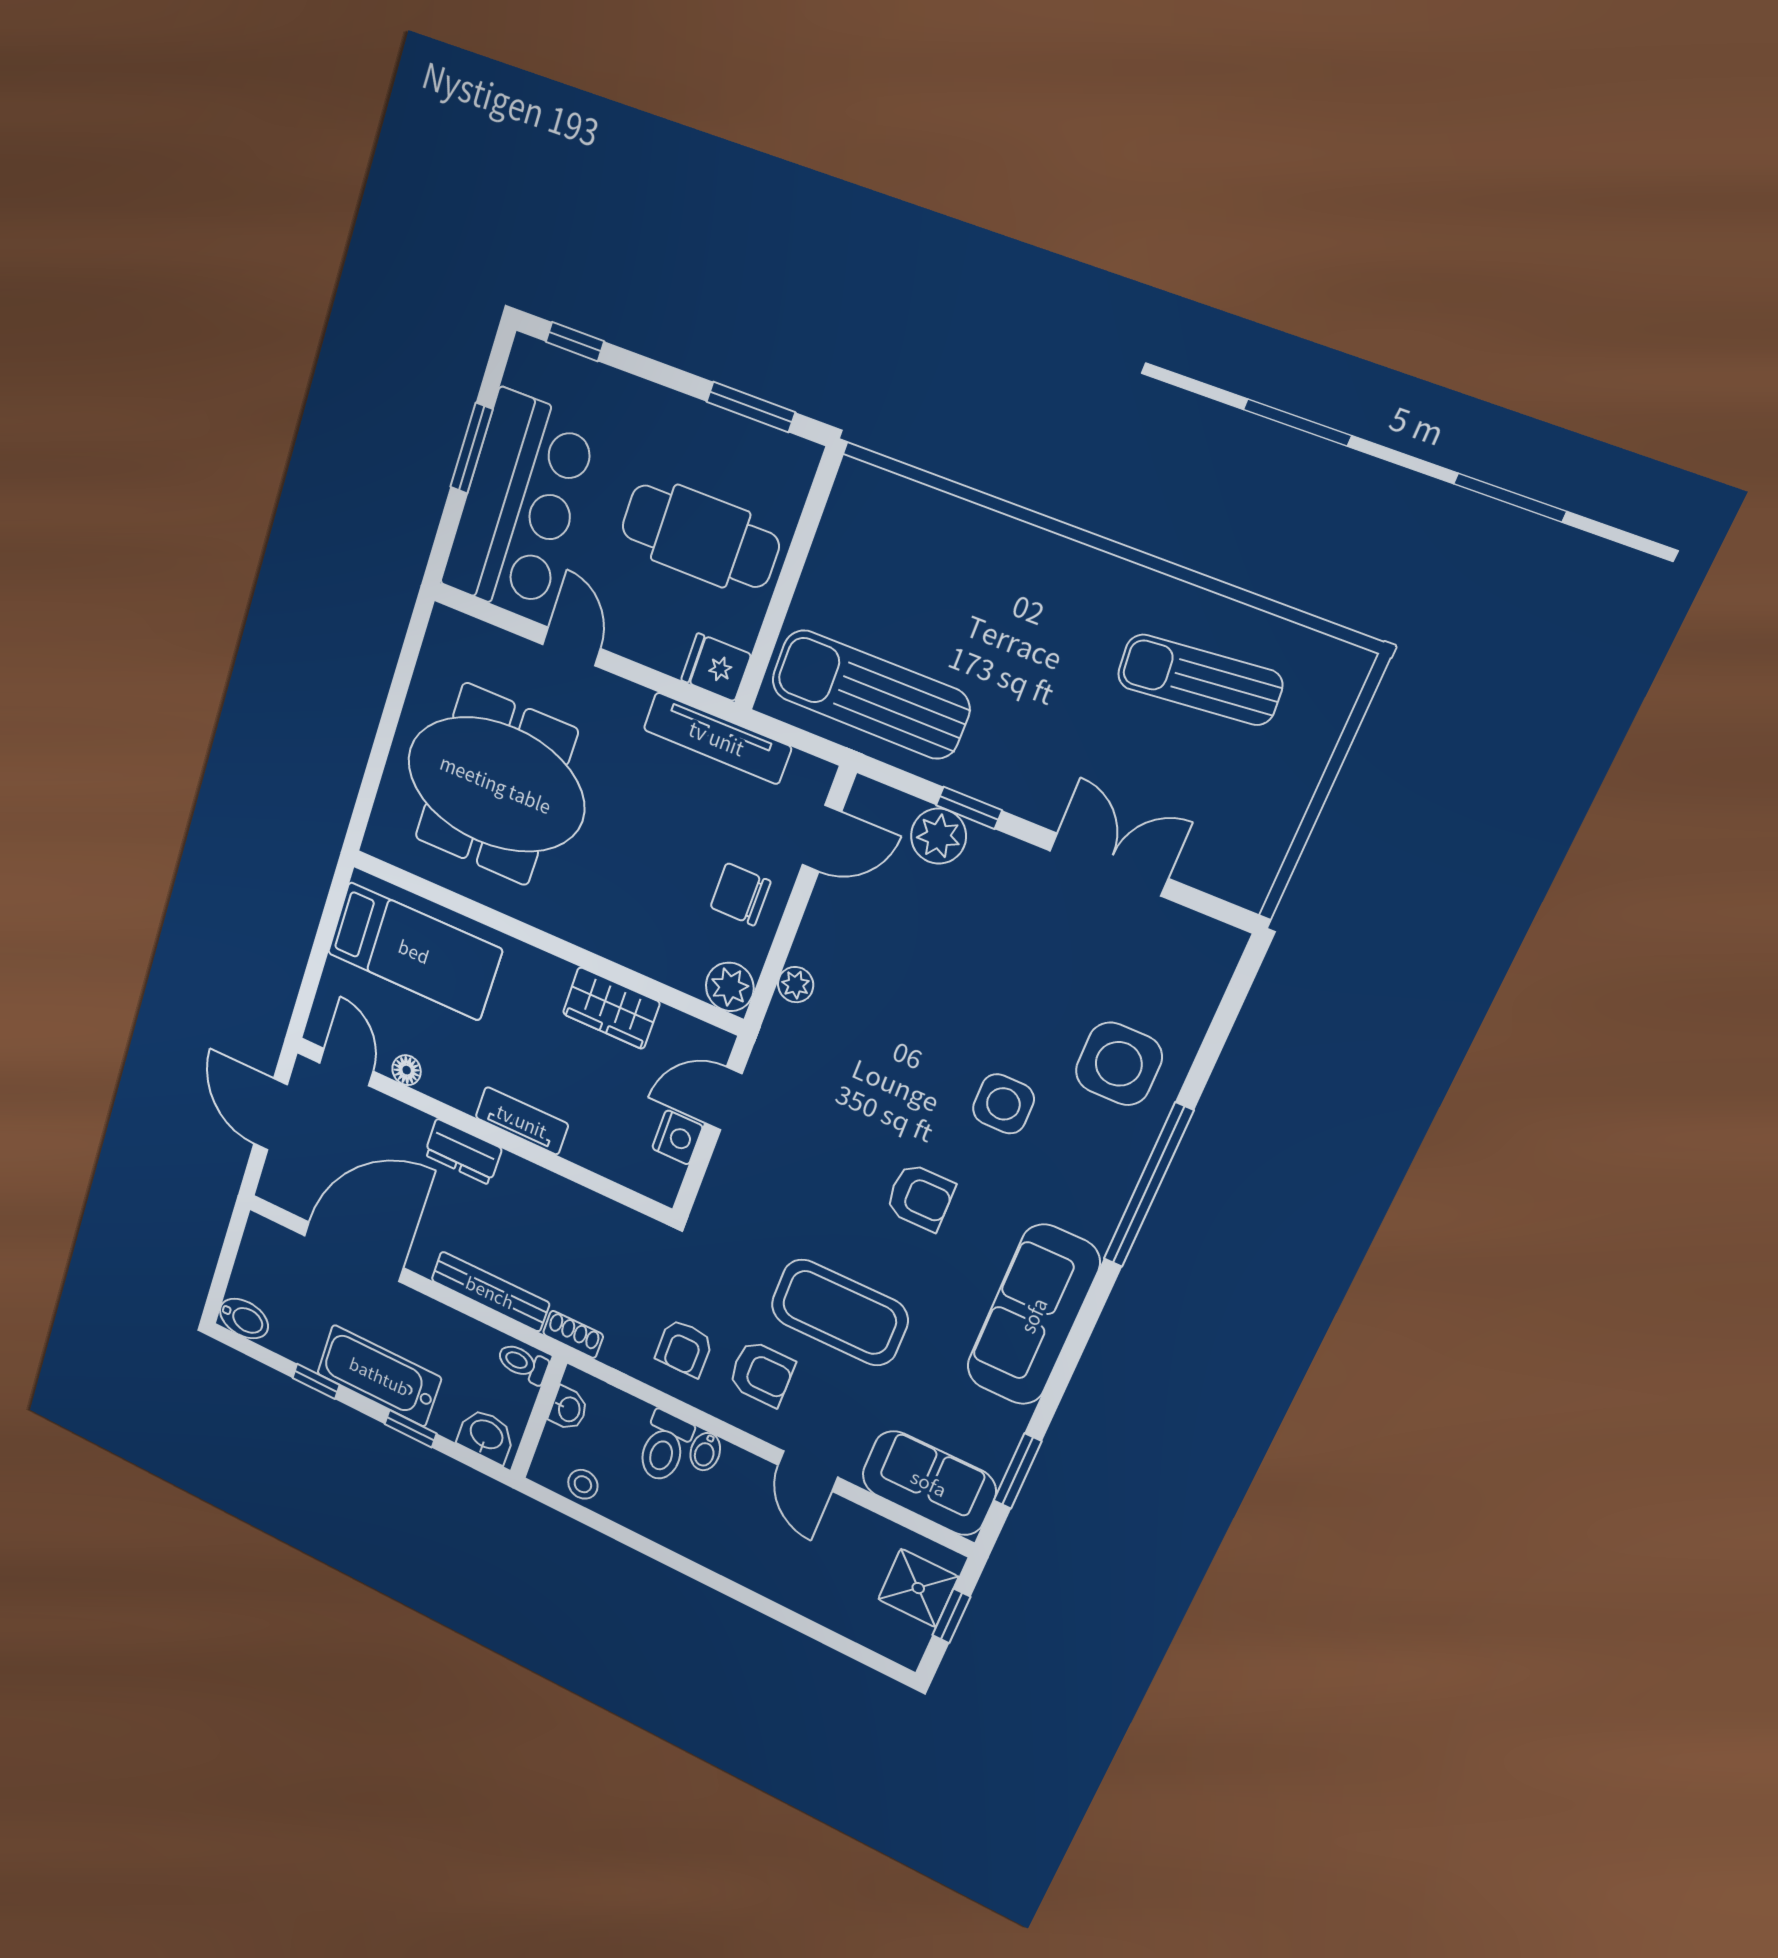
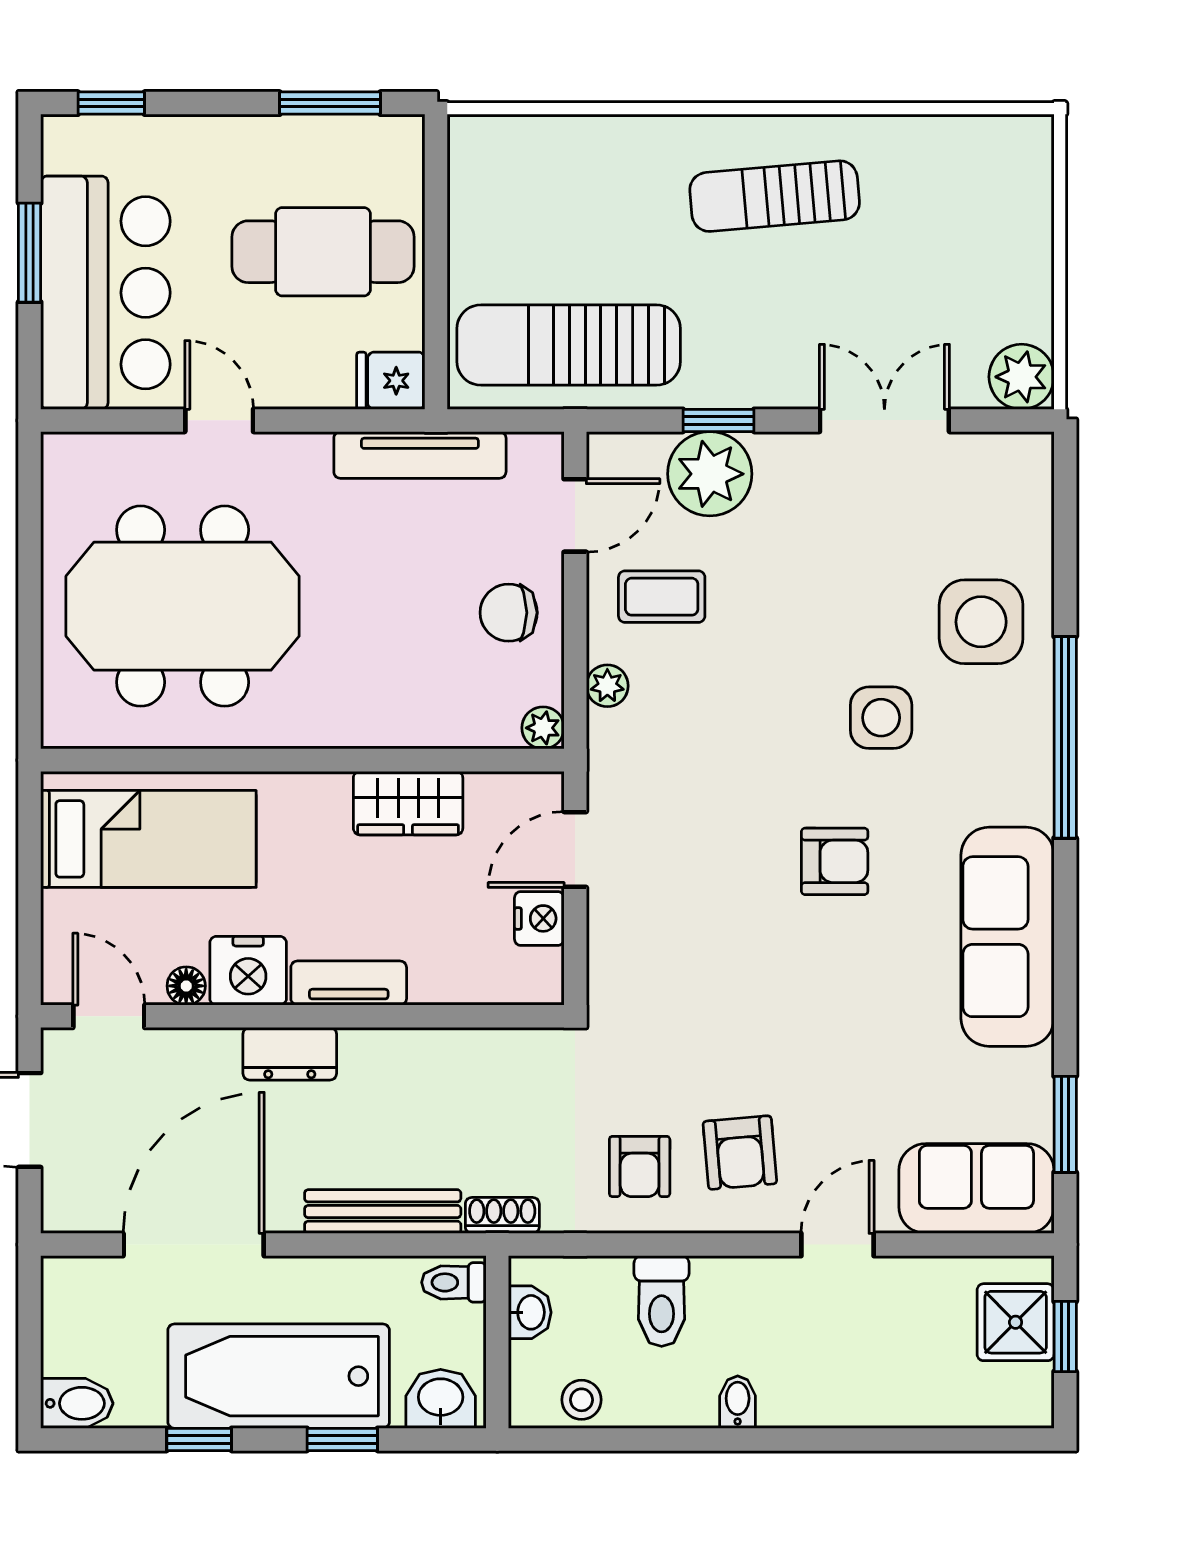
sun lounger: (1200, 680) -> (775, 196), moved
plant: (939, 836) -> (710, 474), width x1.36, depth x1.36
plant: (1244, 875) -> (1022, 377), added
plant: (730, 987) -> (543, 728), width x0.73, depth x0.73
nightstand: (453, 1079) -> (248, 971), added
coffee table: (839, 1312) -> (662, 597), moved, width x0.54, depth x0.58
armchair: (762, 1373) -> (740, 1153), turned 85
bathtub: (379, 1376) -> (279, 1376), width x1.36, depth x1.36
bidet: (705, 1452) -> (738, 1402), moved, turned 180
door: (808, 1471) -> (837, 1245), swing flipped

